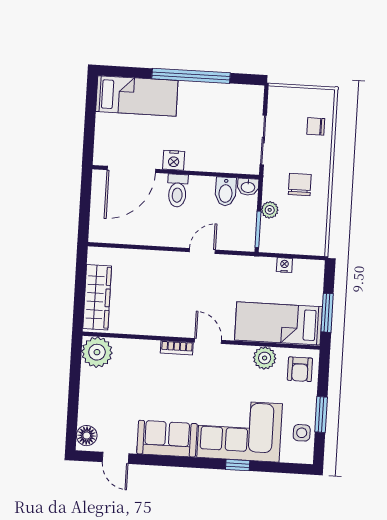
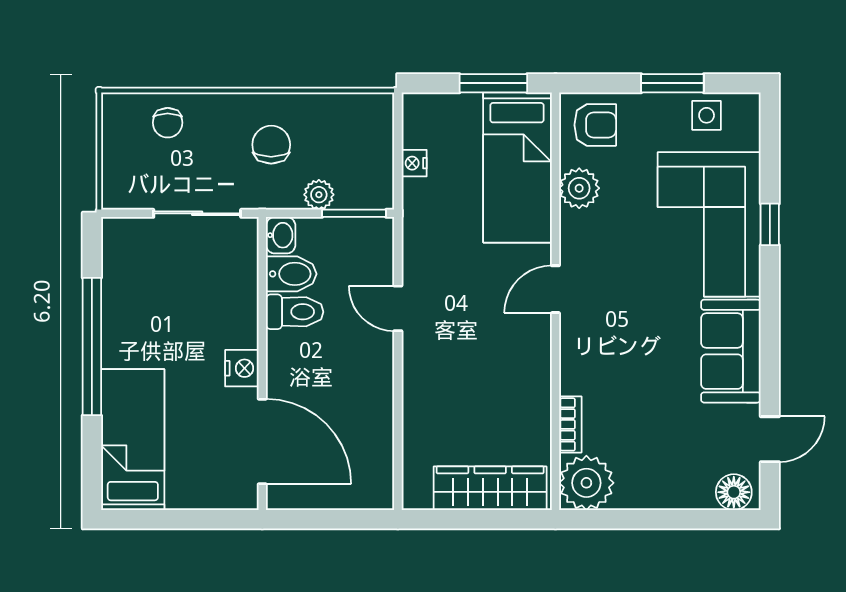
chair: (300, 185) -> (271, 145), turned 90
toilet: (177, 191) -> (295, 312), moved
bookcase: (177, 348) -> (570, 424), moved

